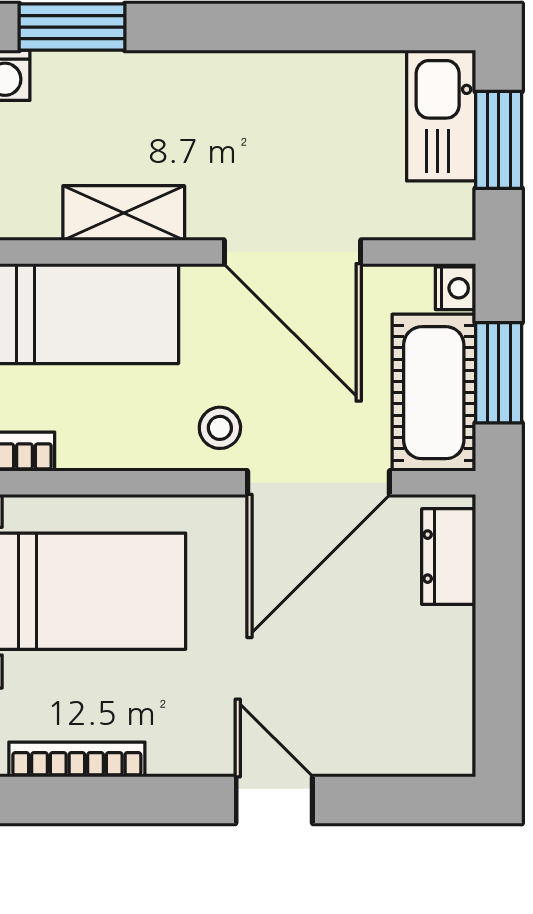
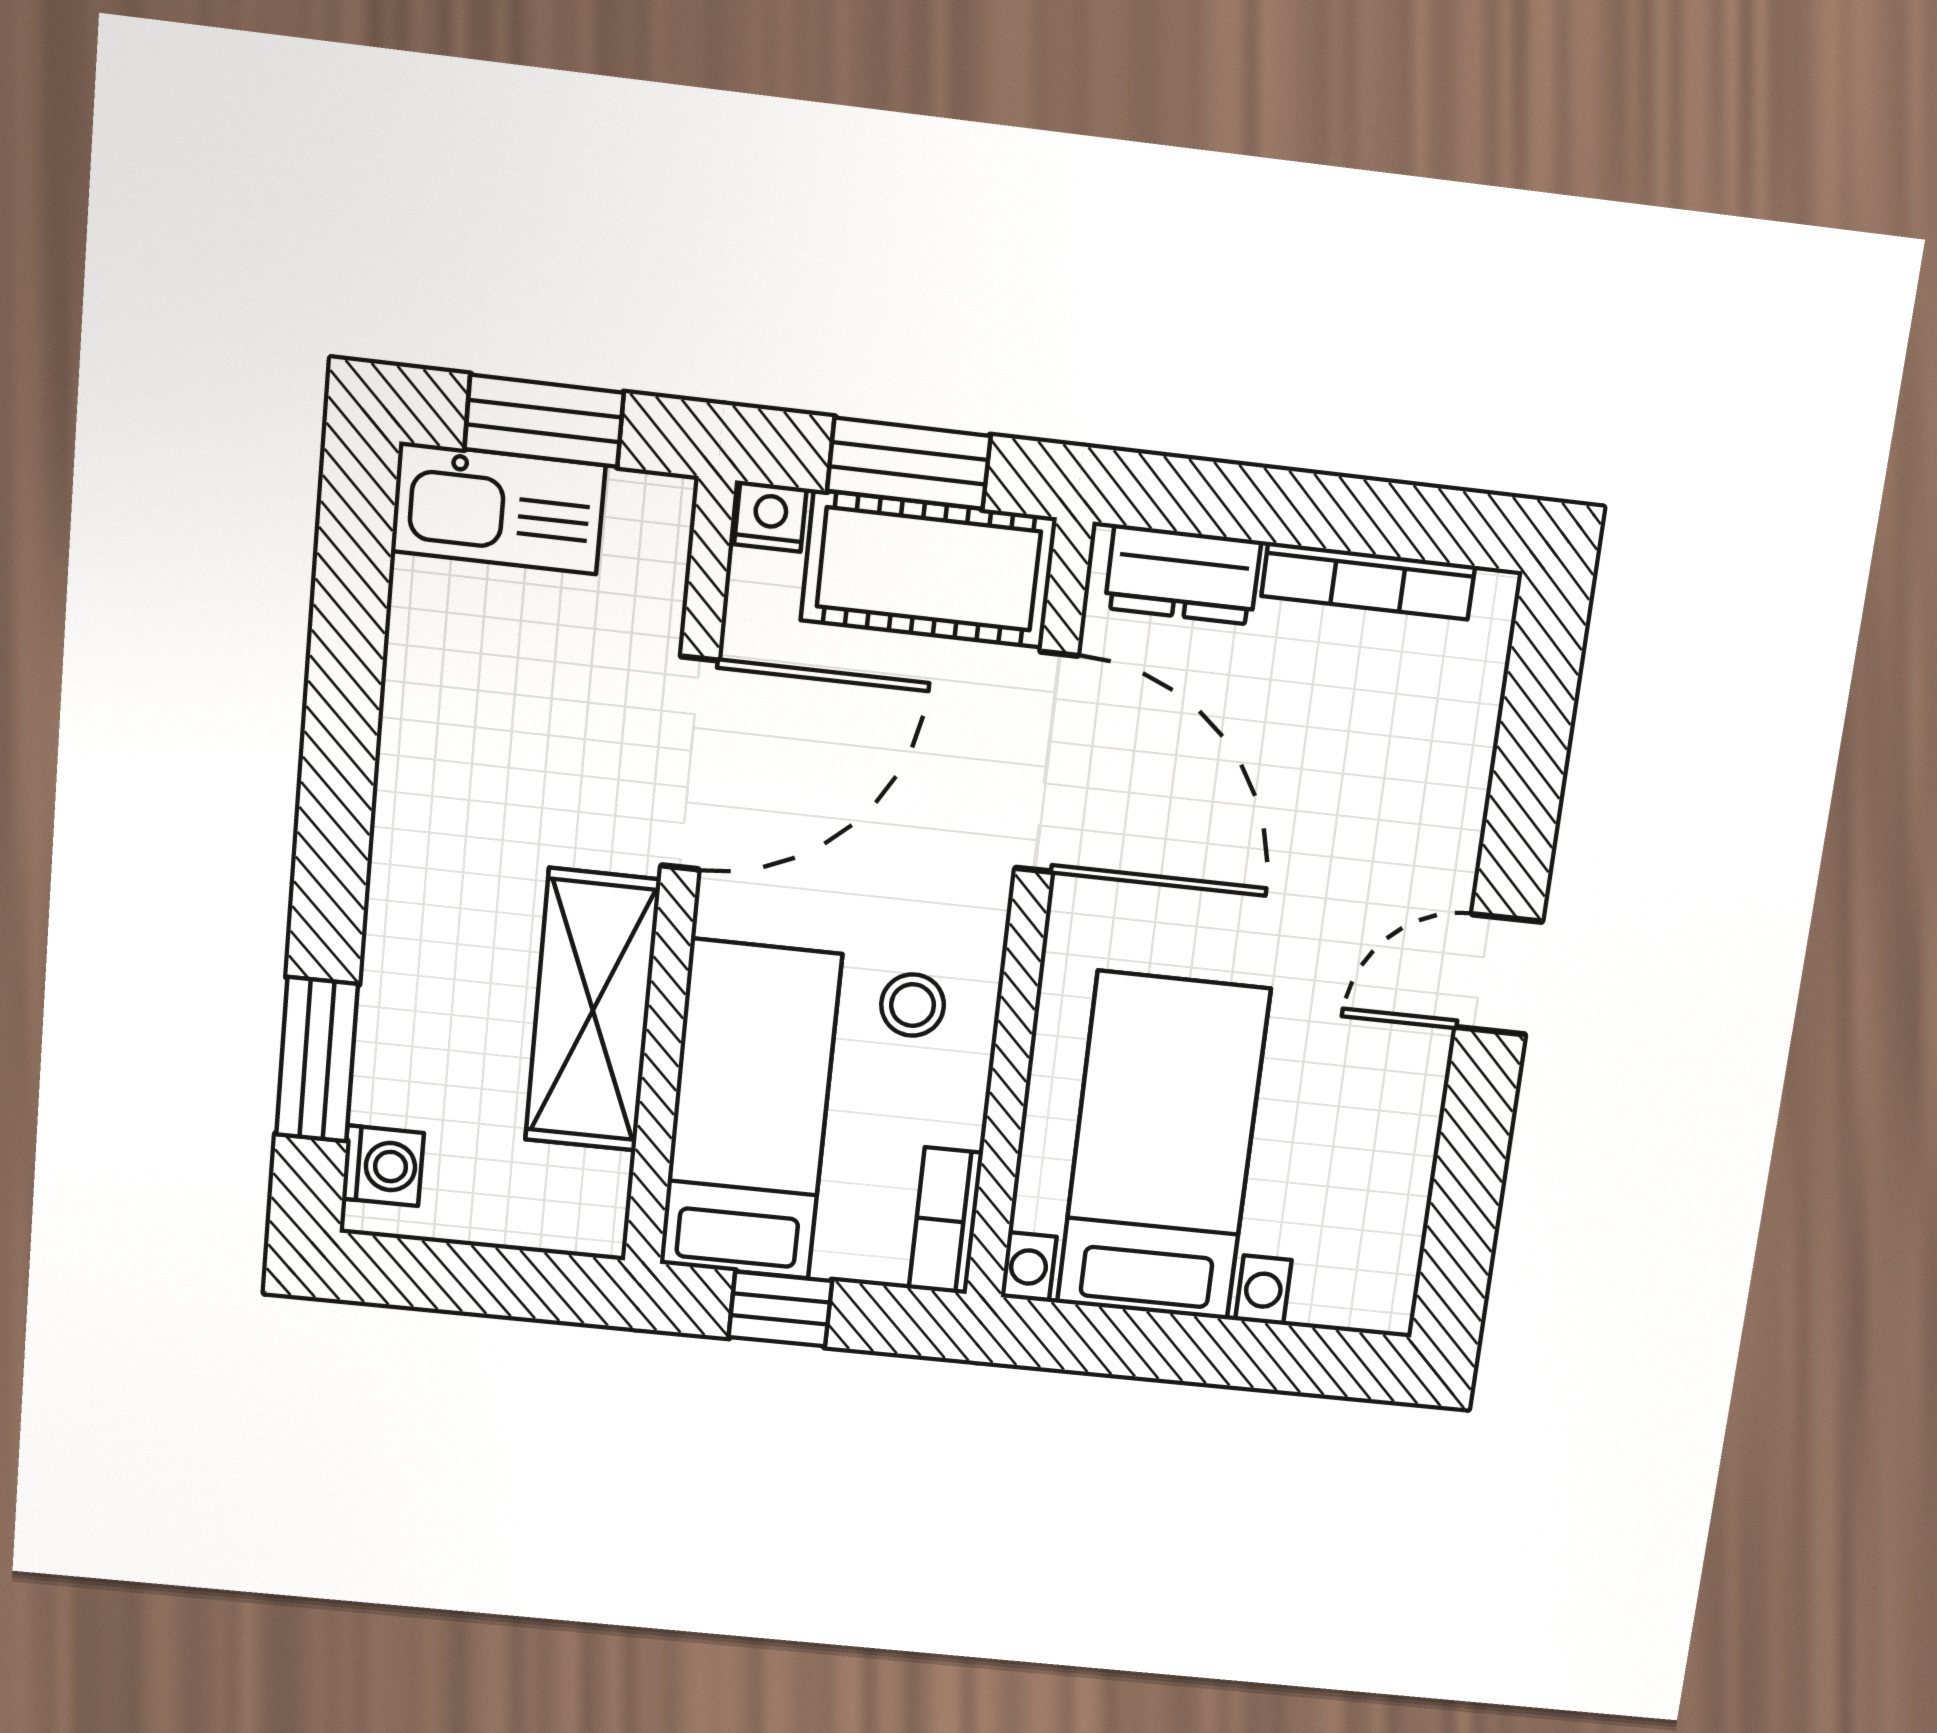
shelving: (124, 213) -> (593, 1010), width x1.50, depth x1.33
stool: (220, 428) -> (913, 1005), moved
bookcase: (77, 760) -> (1368, 581), moved, turned -90
door: (274, 800) -> (1499, 975), moved

